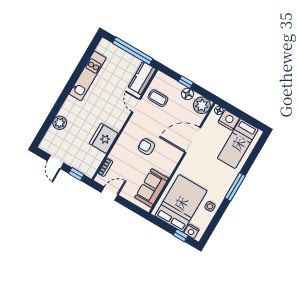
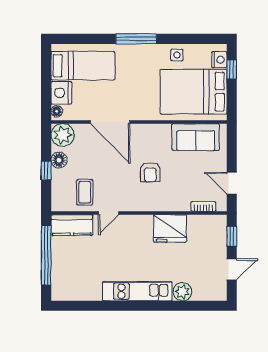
kitchen unit: (88, 76) -> (137, 291), moved

